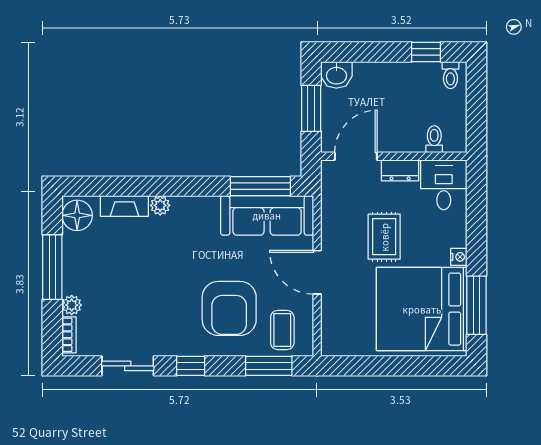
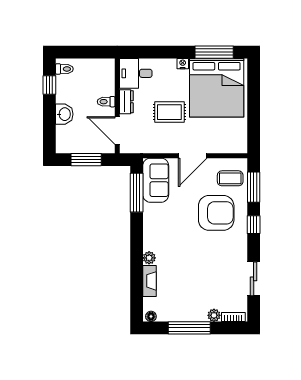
washbasin: (336, 75) -> (64, 114), moved
toilet: (434, 139) -> (106, 102), moved
floor lamp: (77, 215) -> (151, 316), width x0.53, depth x0.53
sofa: (267, 215) -> (156, 180), width x0.73
window: (191, 366) -> (254, 225), moved

